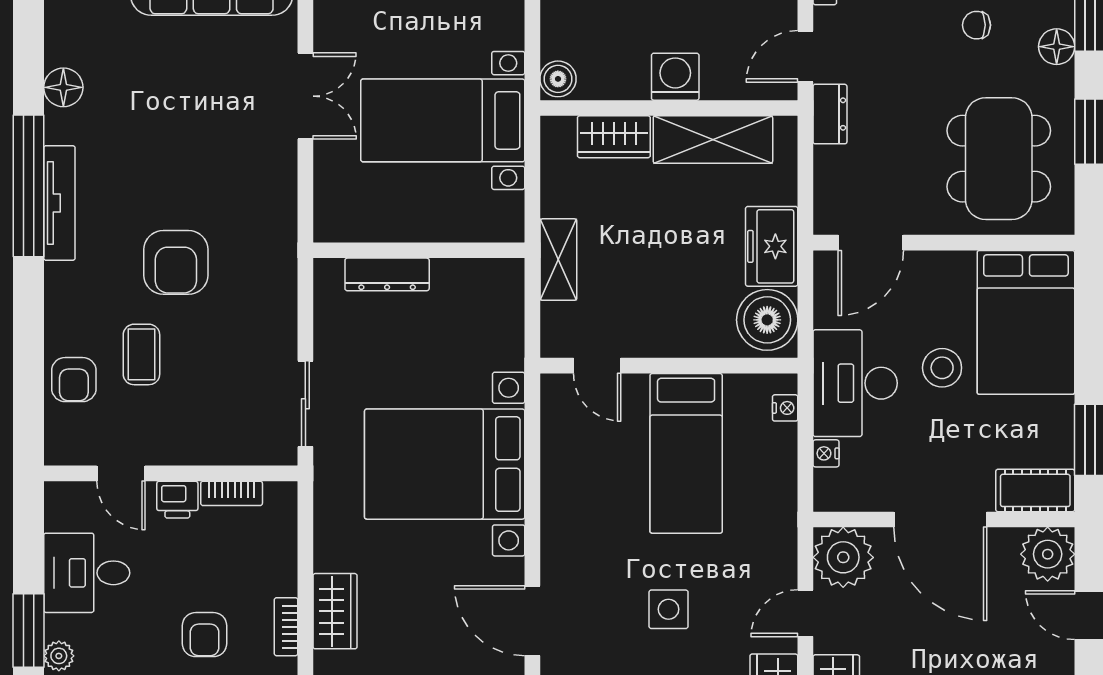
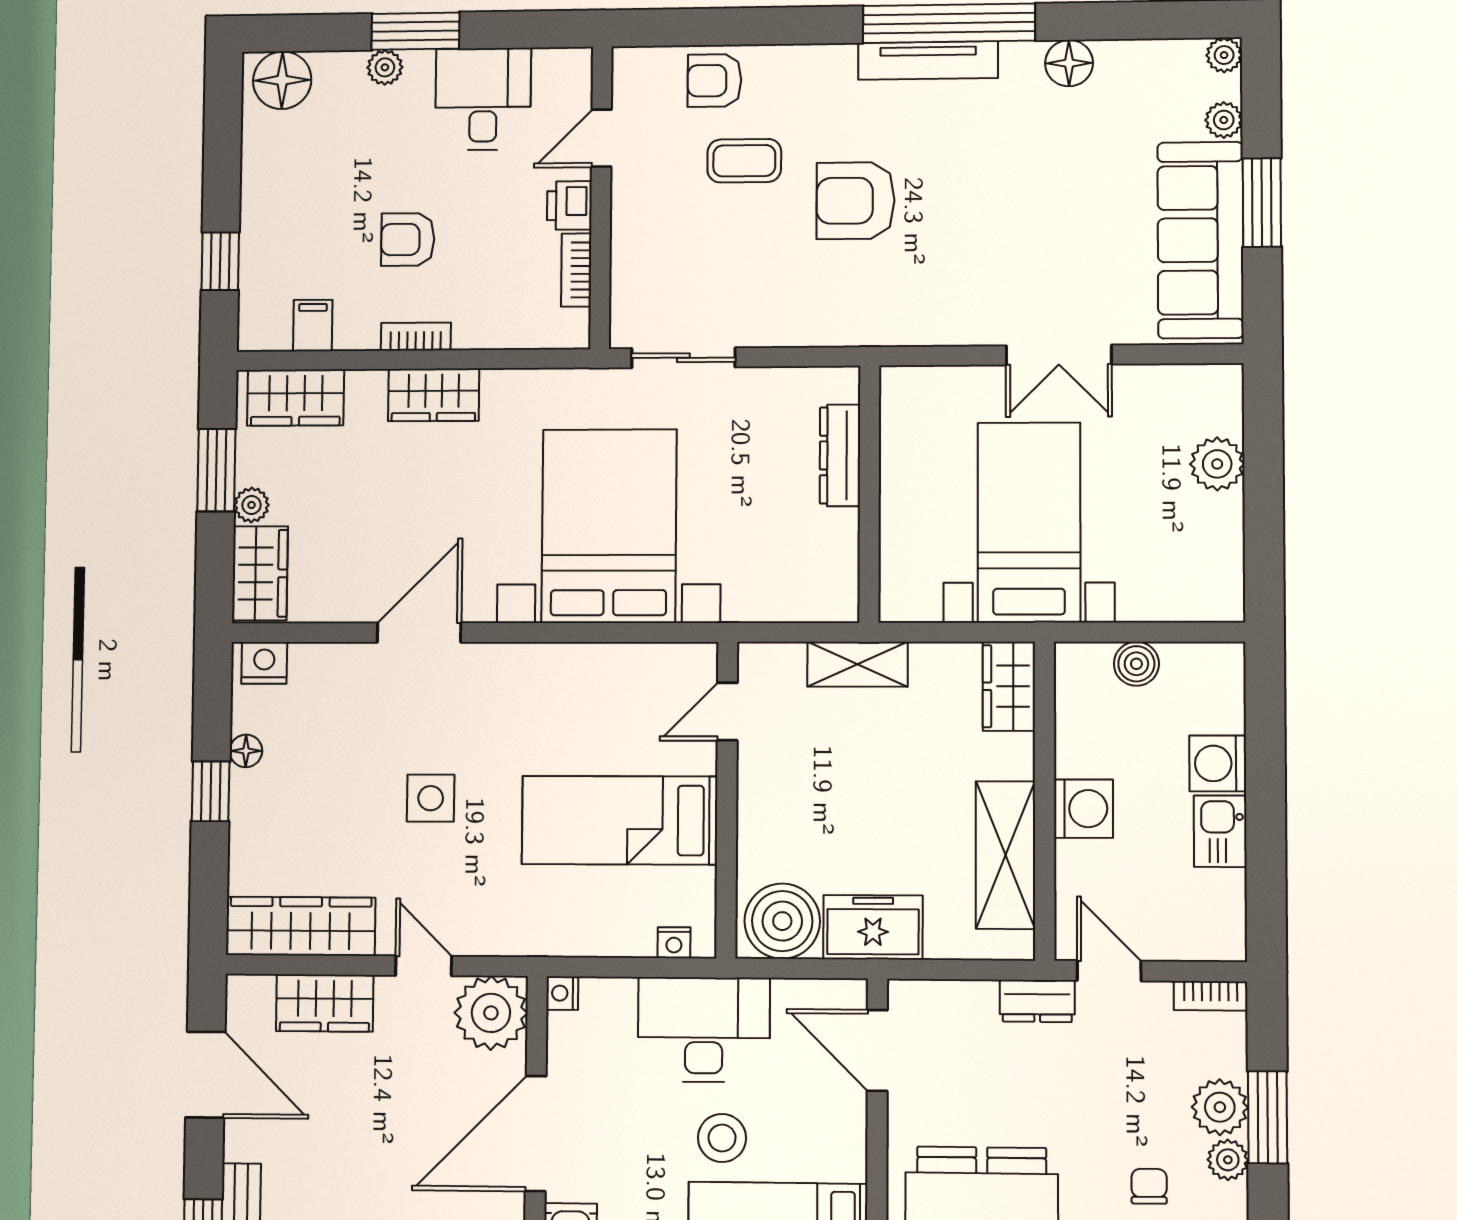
boiler: (558, 79) -> (1136, 664), moved
wardrobe: (614, 137) -> (1009, 686), moved
nightstand: (826, 453) -> (562, 993), moved, turned -90

